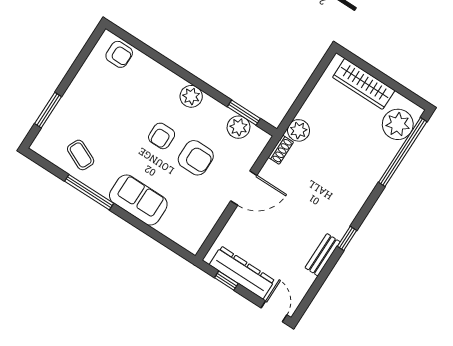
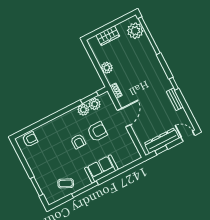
wardrobe: (364, 84) -> (108, 36), width x0.67
plant: (191, 96) -> (83, 110), moved
plant: (299, 130) -> (107, 68), moved

